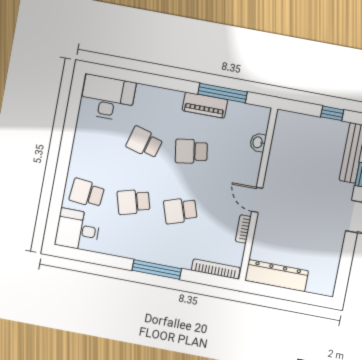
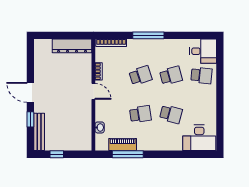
piano: (205, 105) -> (123, 145), moved

